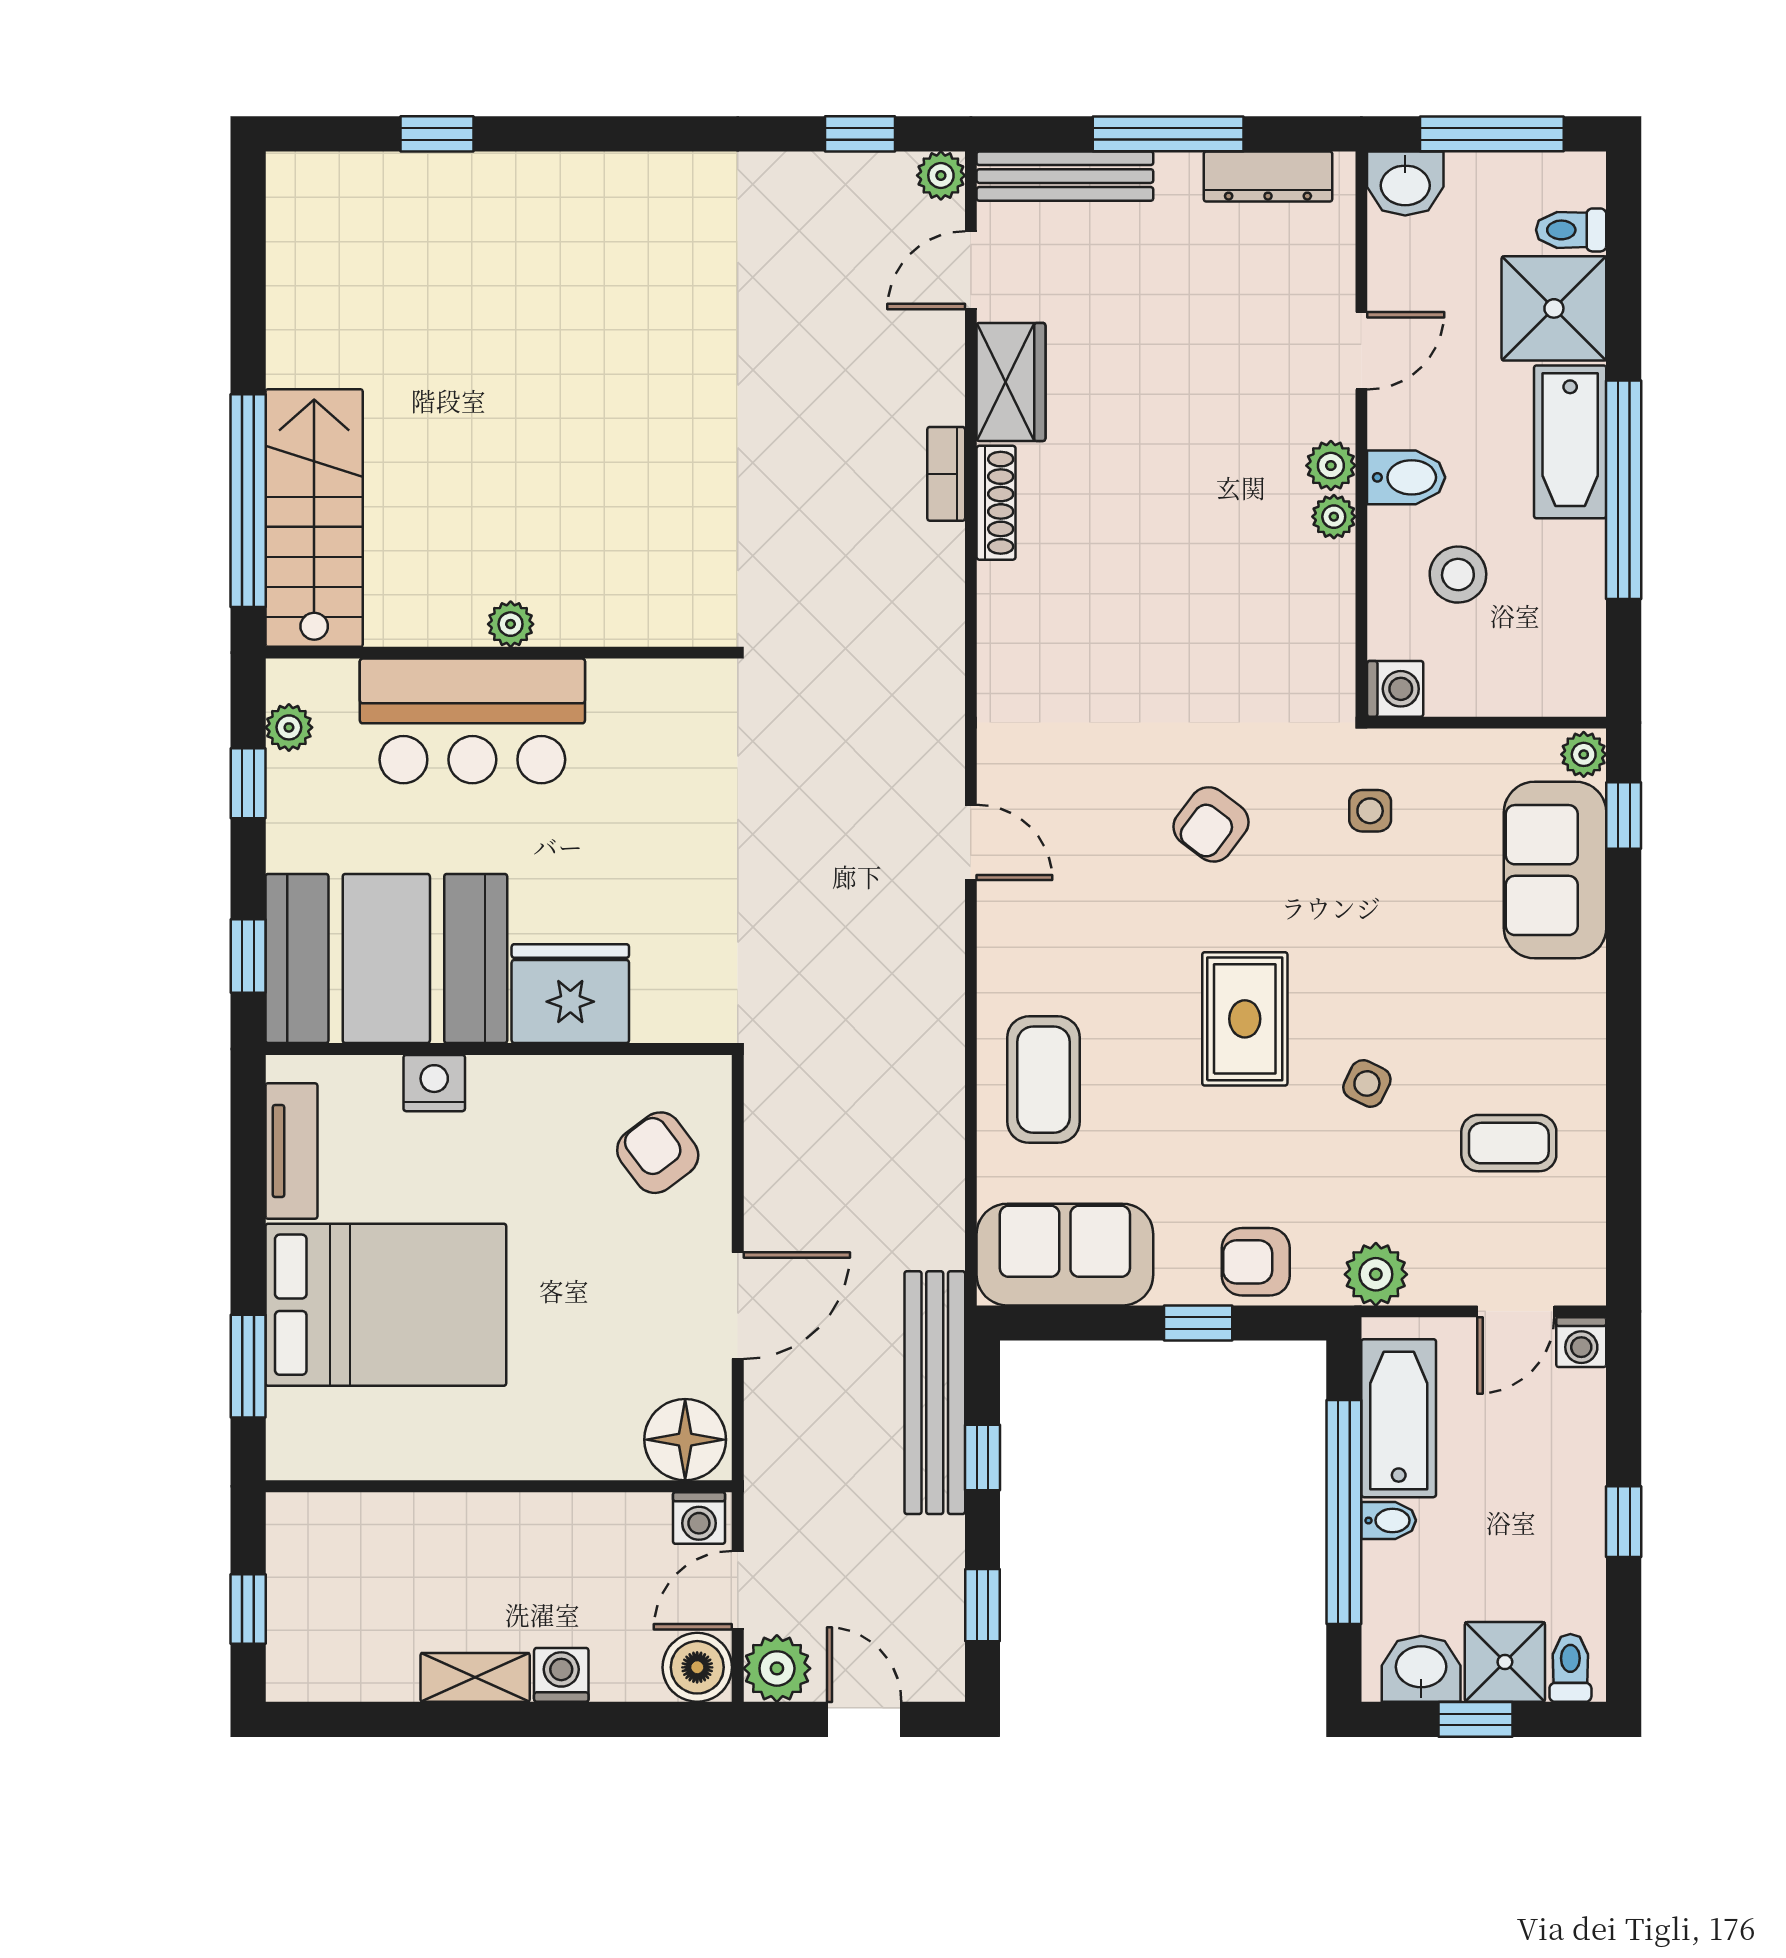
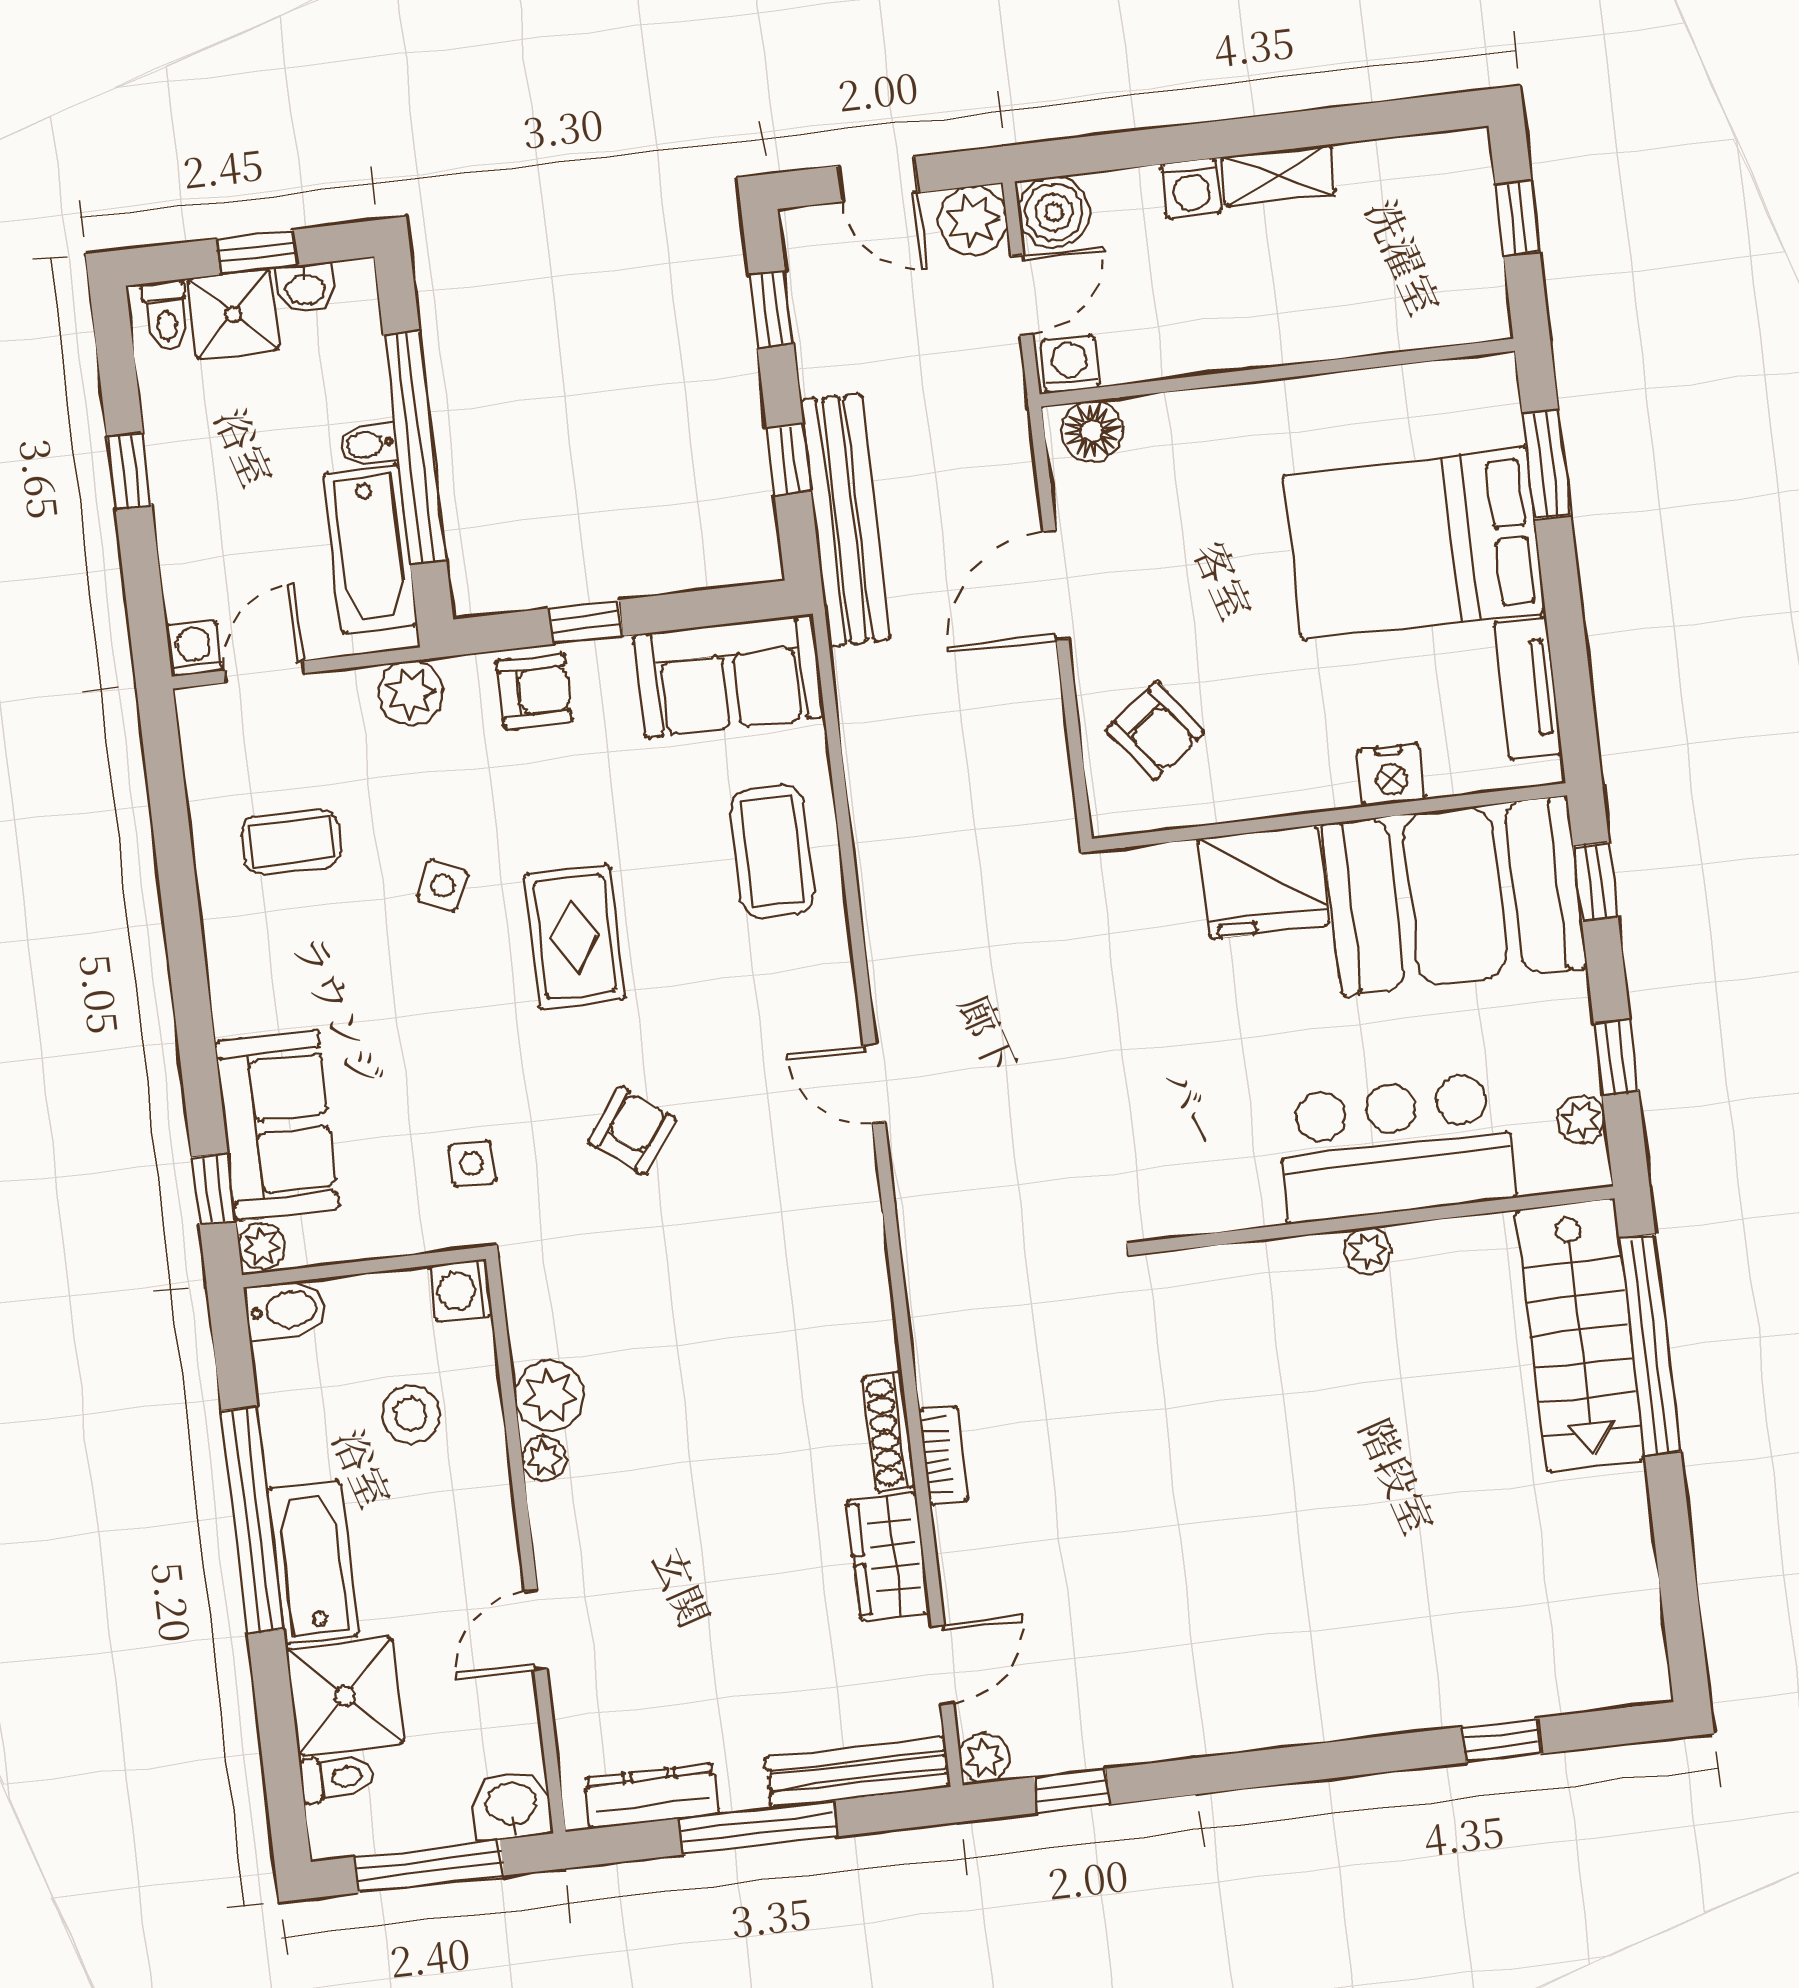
plant: (1331, 466) -> (549, 1395), moved, width x1.38, depth x1.38
bidet: (1406, 477) -> (286, 1310), moved, turned 180
floor lamp: (685, 1440) -> (1092, 431), width x0.73, depth x0.73
washbasin: (1421, 1669) -> (305, 288), width x0.72, depth x0.69

